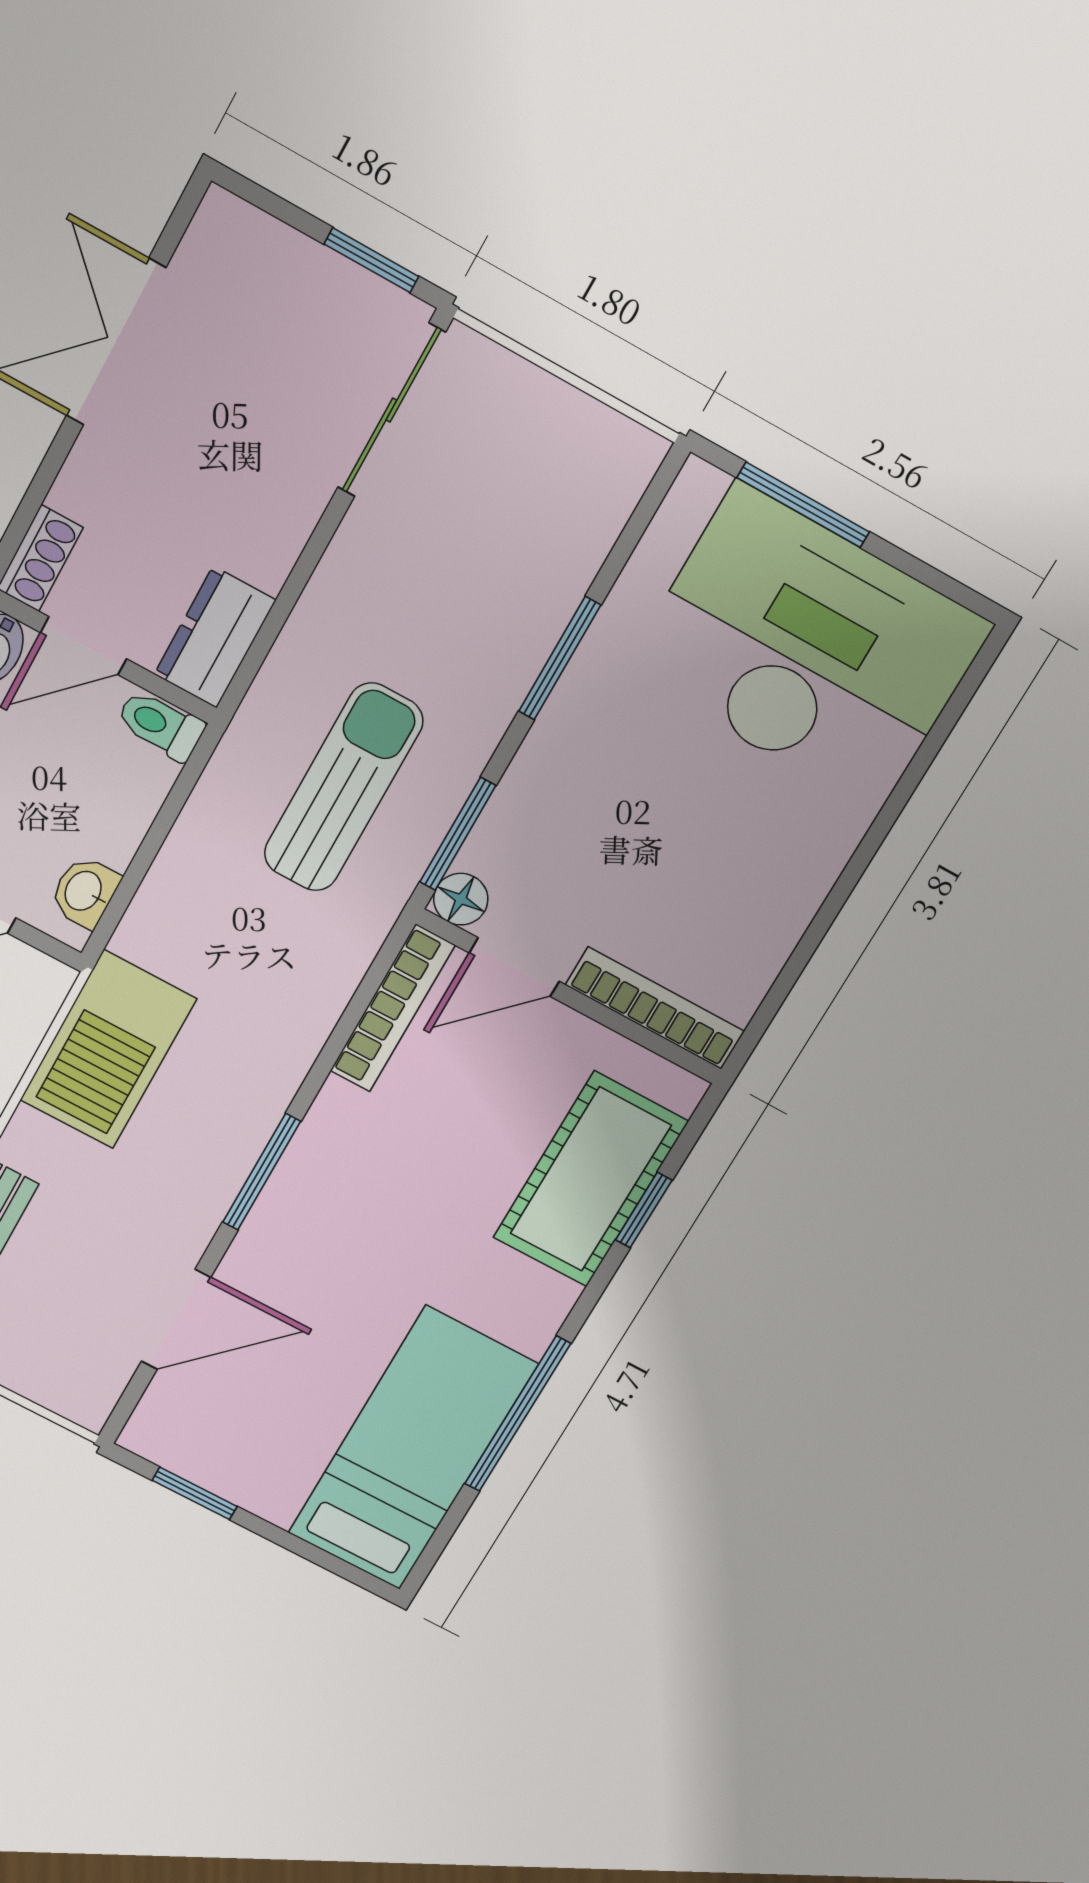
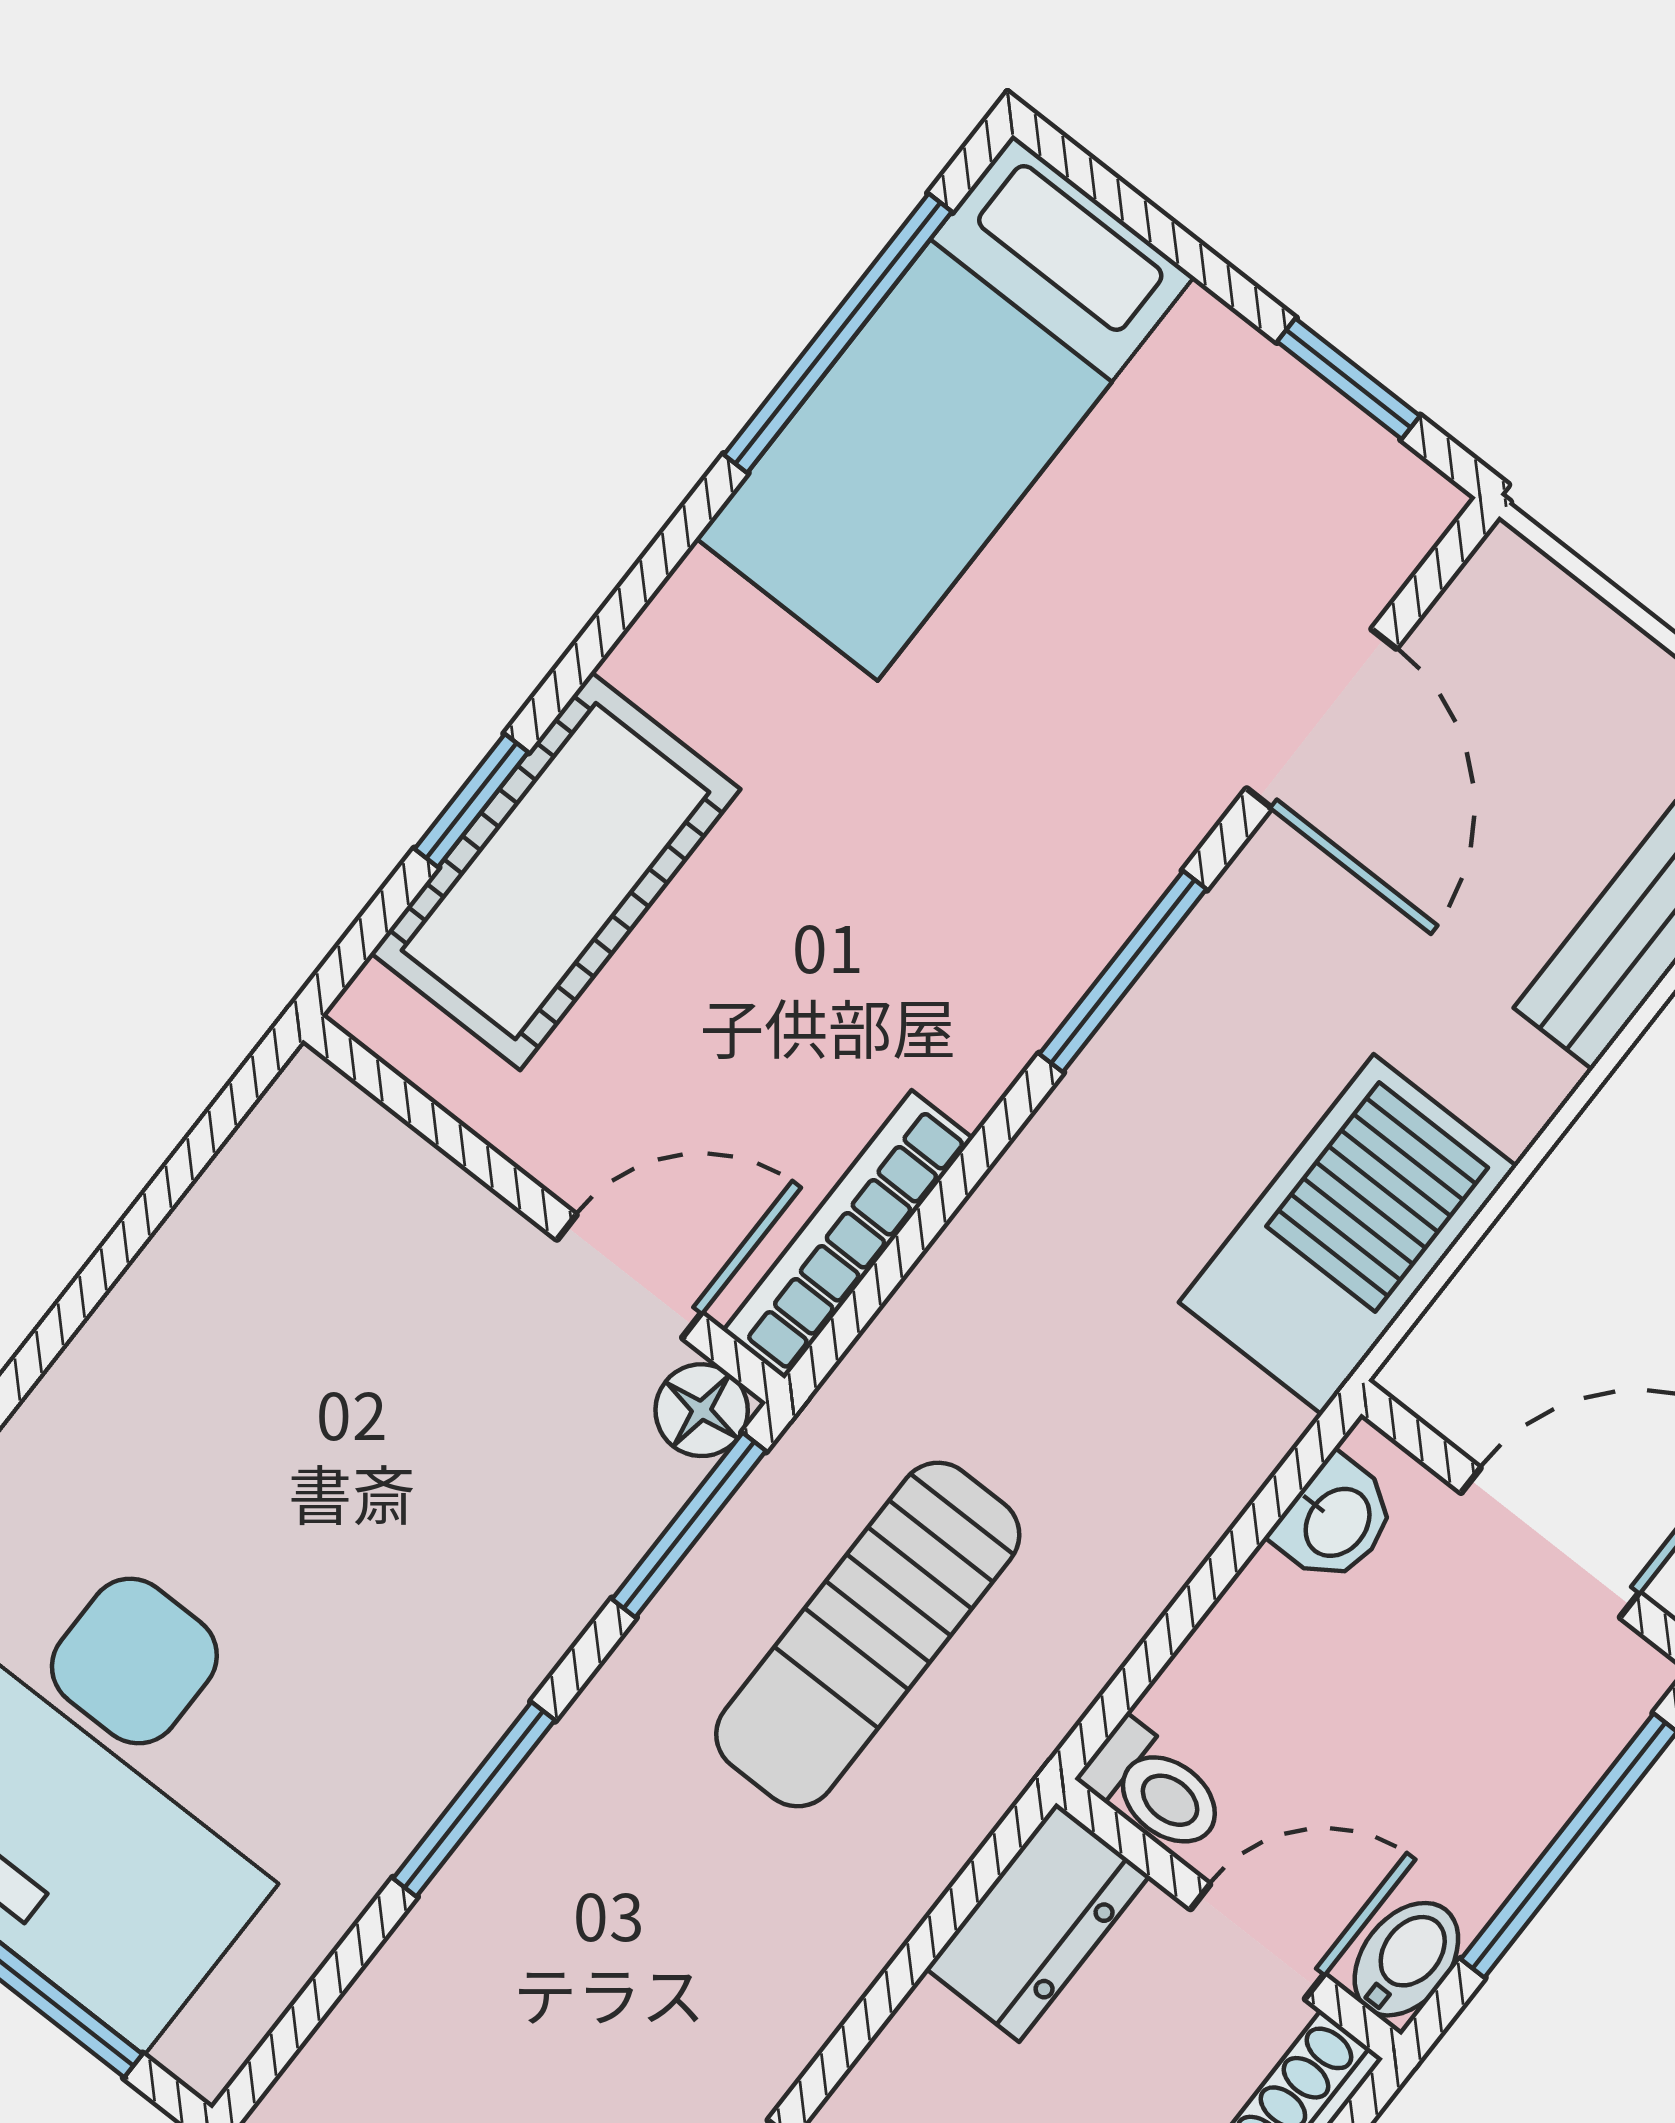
bookcase: (655, 1008) -> (401, 1167), removed
door: (176, 1319) -> (1321, 718), swing flipped
window: (518, 1414) -> (838, 333), moved

